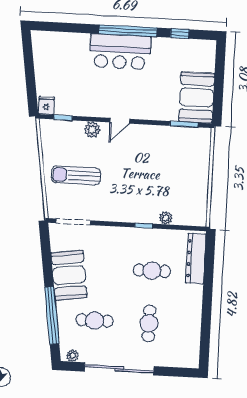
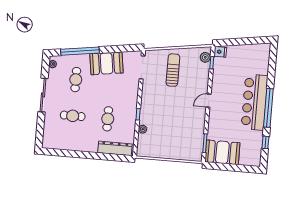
bar counter: (120, 52) -> (255, 102), width x1.36
door: (120, 121) -> (209, 101), hinge flipped
plant: (92, 130) -> (205, 57), moved
sliding door: (119, 369) -> (43, 95), width x0.73

